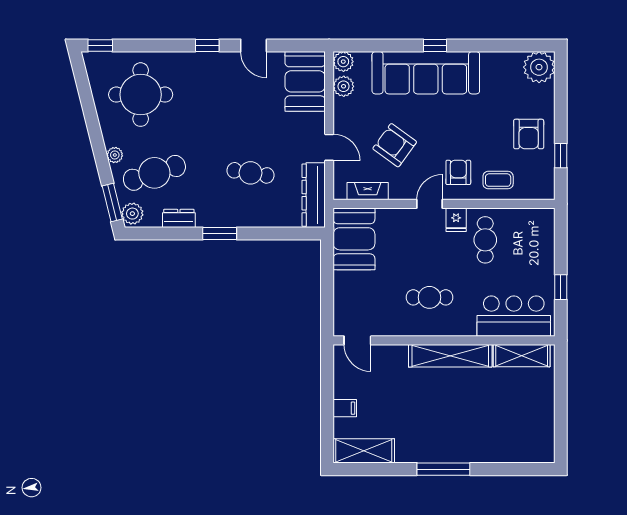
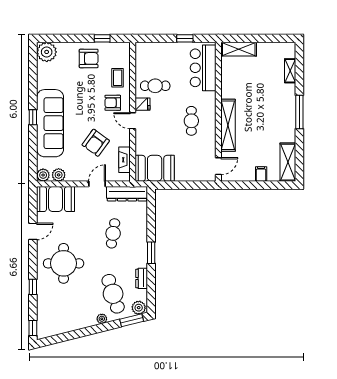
window: (207, 45) -> (33, 287), moved
round table: (141, 95) -> (64, 263), moved
shelving: (450, 356) -> (228, 125), moved
shelving: (522, 356) -> (239, 49), moved, turned 90
shelving: (509, 454) -> (290, 71), added

